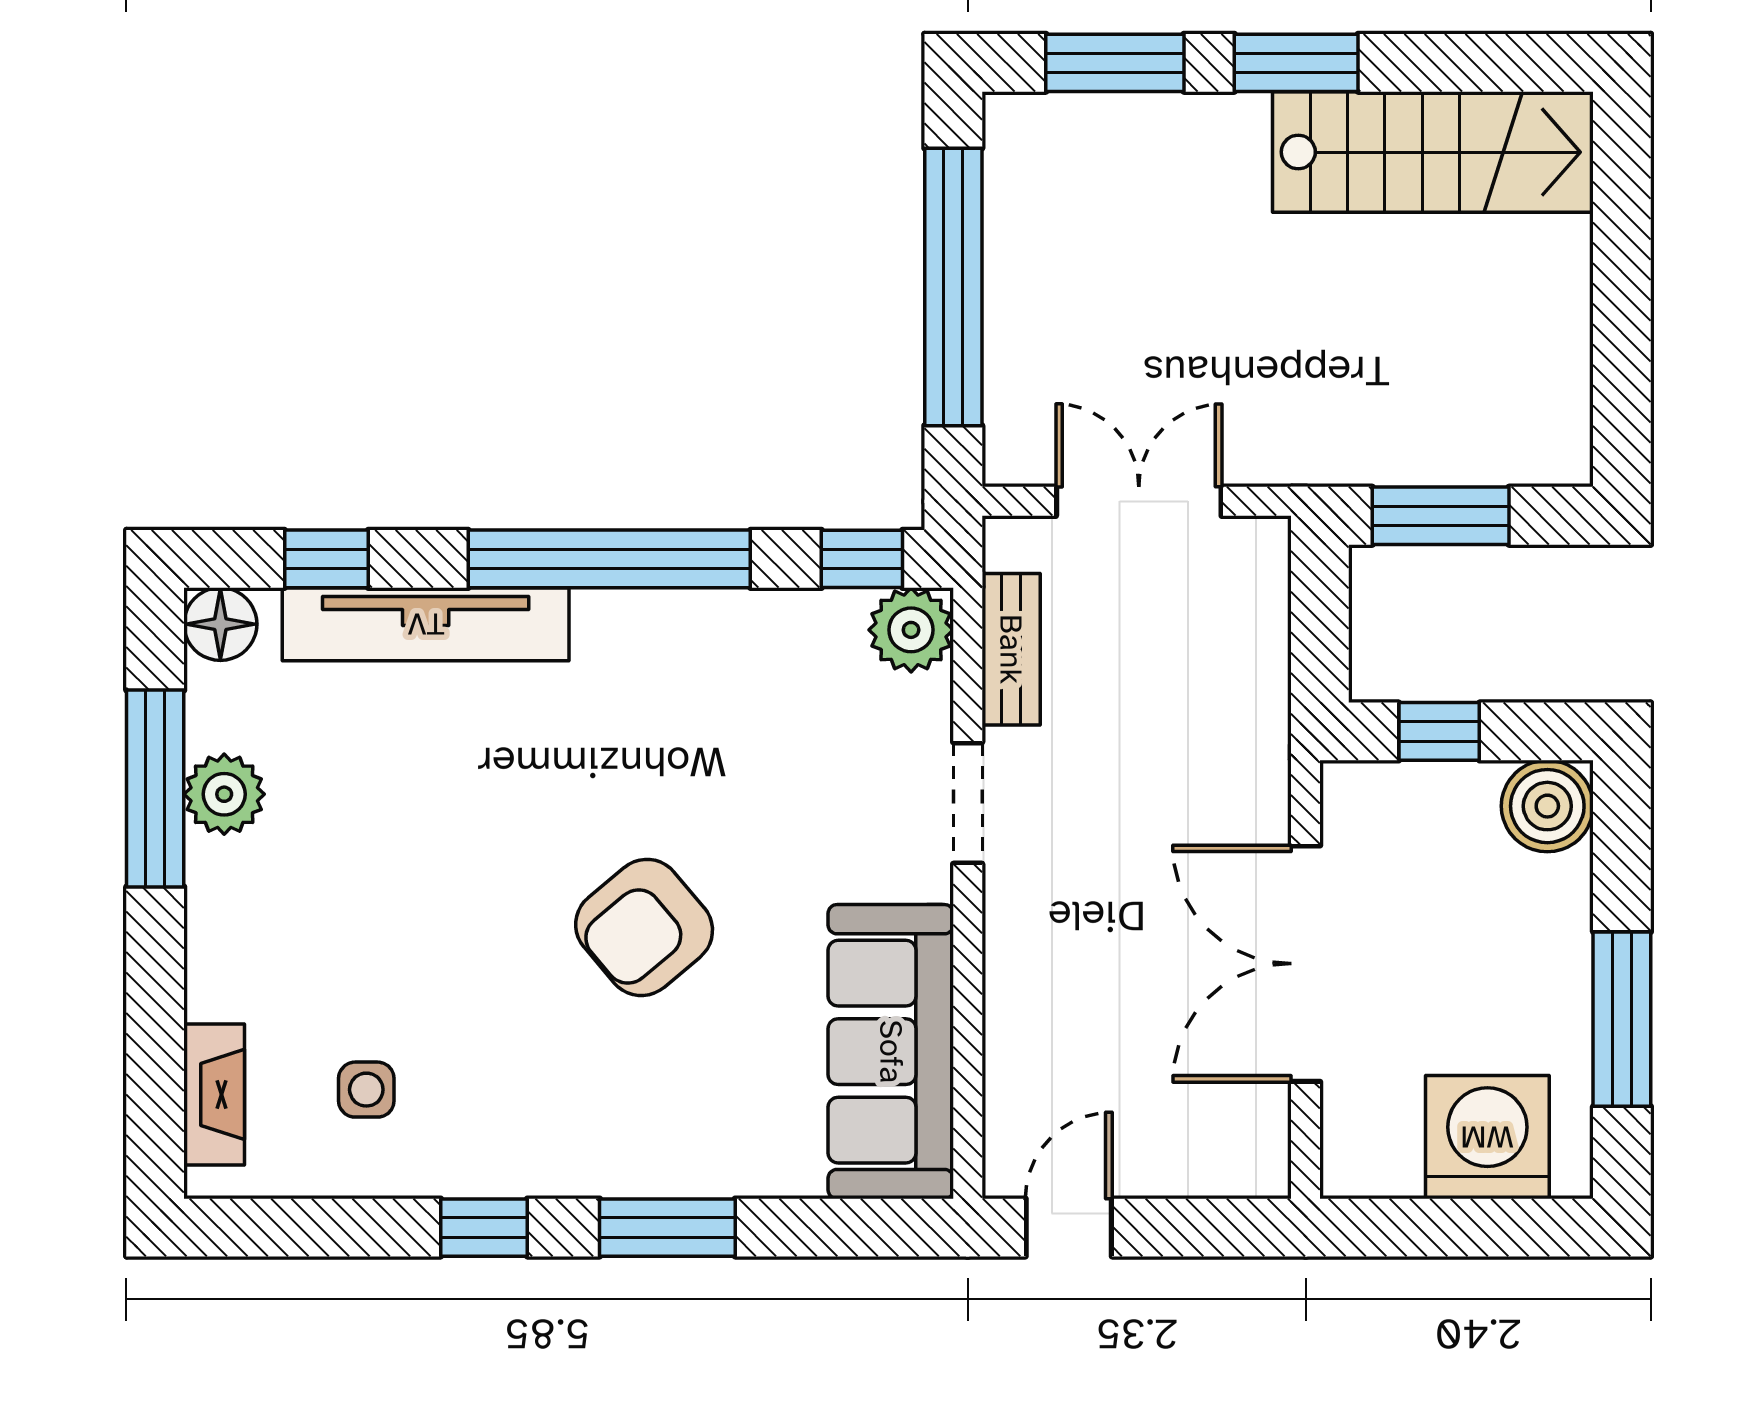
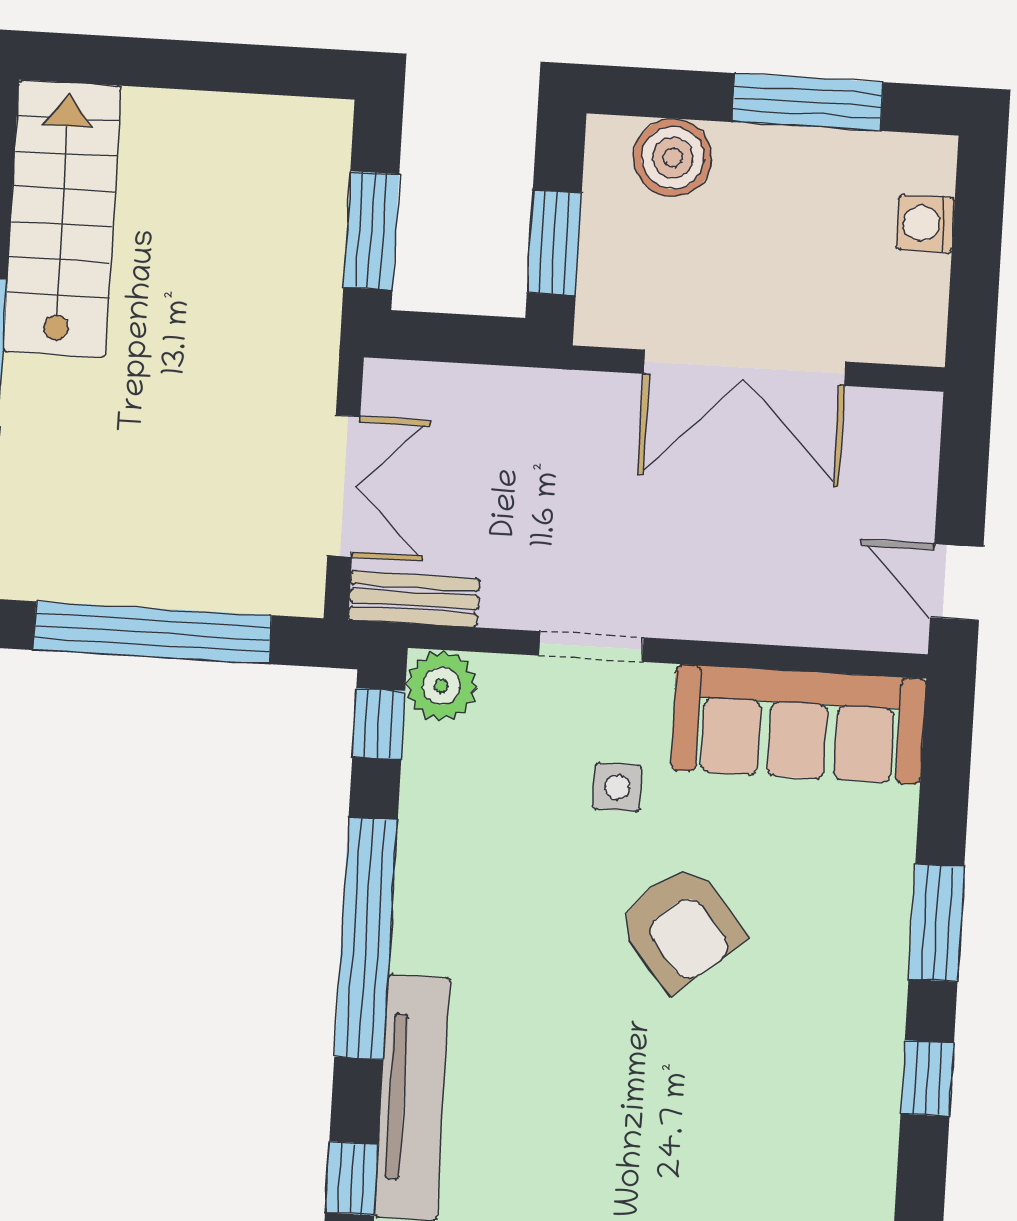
double door: (1139, 501) -> (344, 486), swing flipped
bench: (1011, 649) -> (414, 599), moved
window: (1439, 731) -> (554, 243), width x1.50
boiler: (1547, 806) -> (673, 158), moved
side table: (366, 1090) -> (617, 787), moved
washing machine: (1487, 1137) -> (926, 224), width x0.53, depth x0.53

